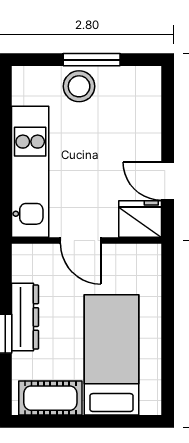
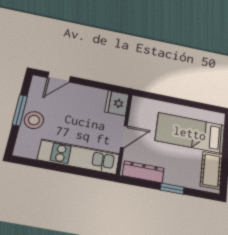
door: (168, 181) -> (59, 77), moved
dresser: (25, 317) -> (143, 172), moved

